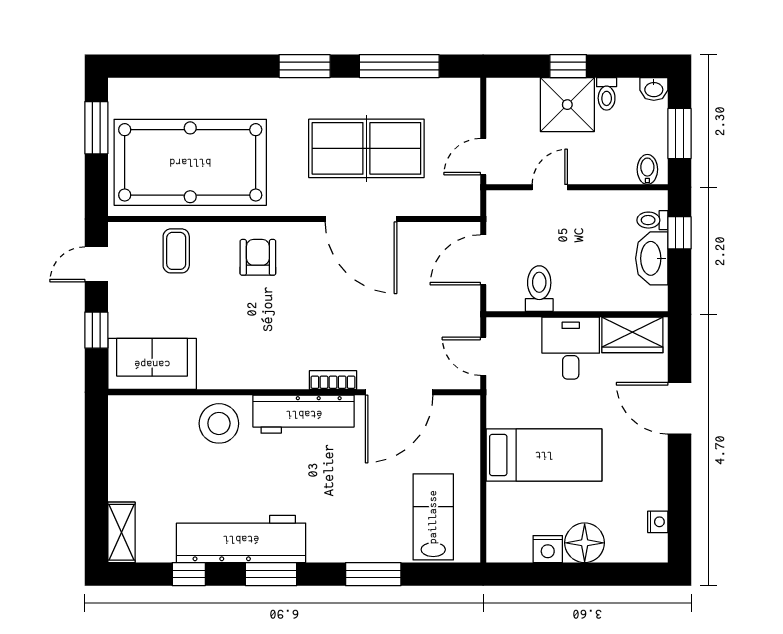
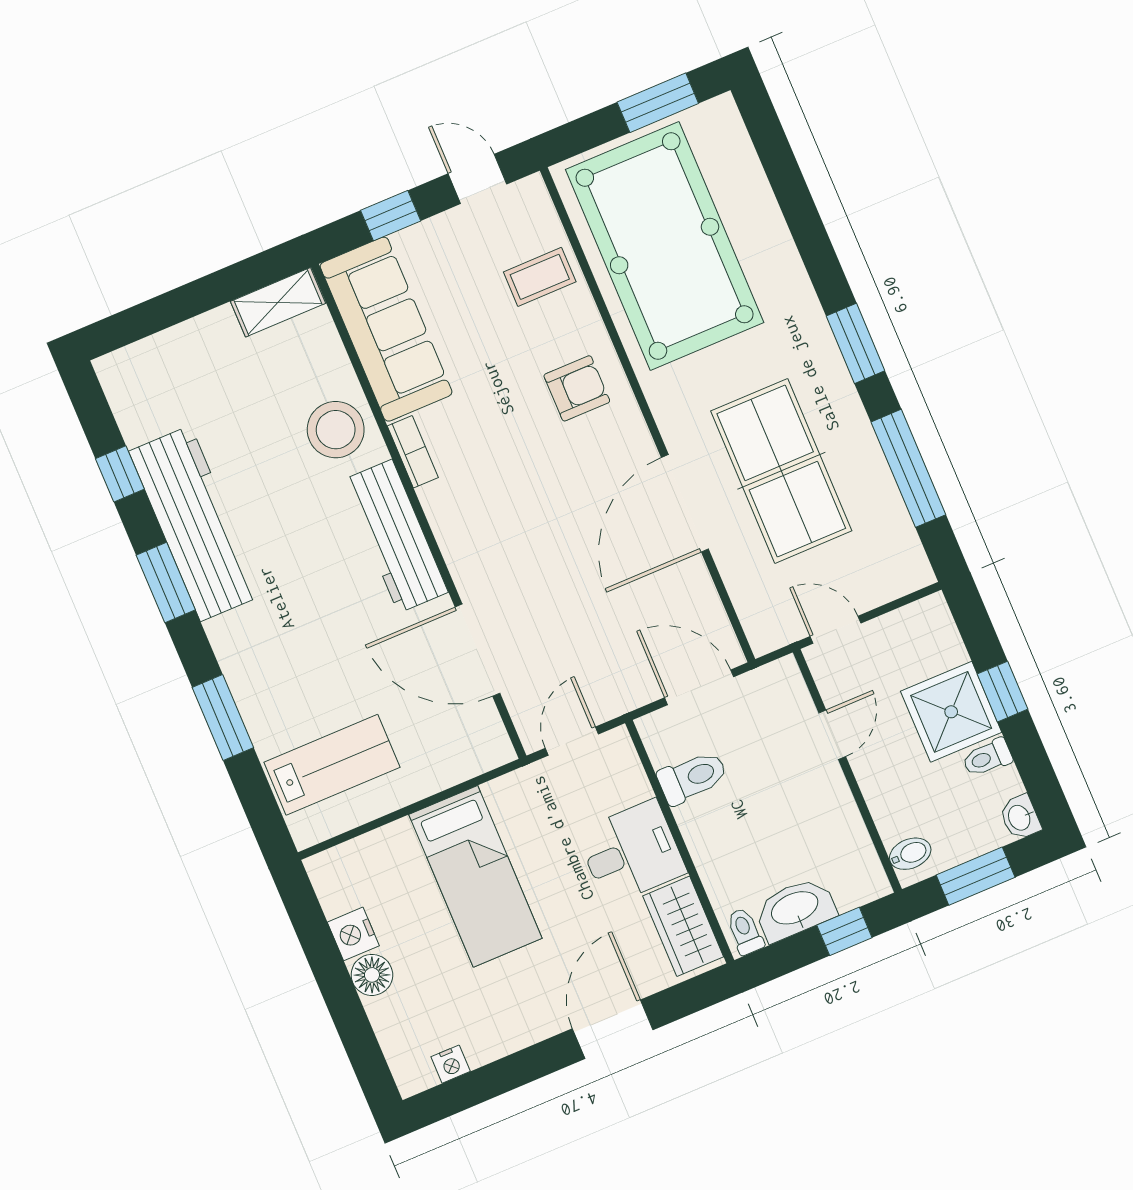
door: (550, 187) -> (832, 735), hinge flipped
toilet: (652, 220) -> (745, 931), moved
sofa: (152, 364) -> (386, 329), width x1.36
bookcase: (333, 380) -> (413, 452), moved
shelving: (121, 532) -> (278, 302), moved
floor lamp: (585, 543) -> (372, 975), width x0.73, depth x0.73

